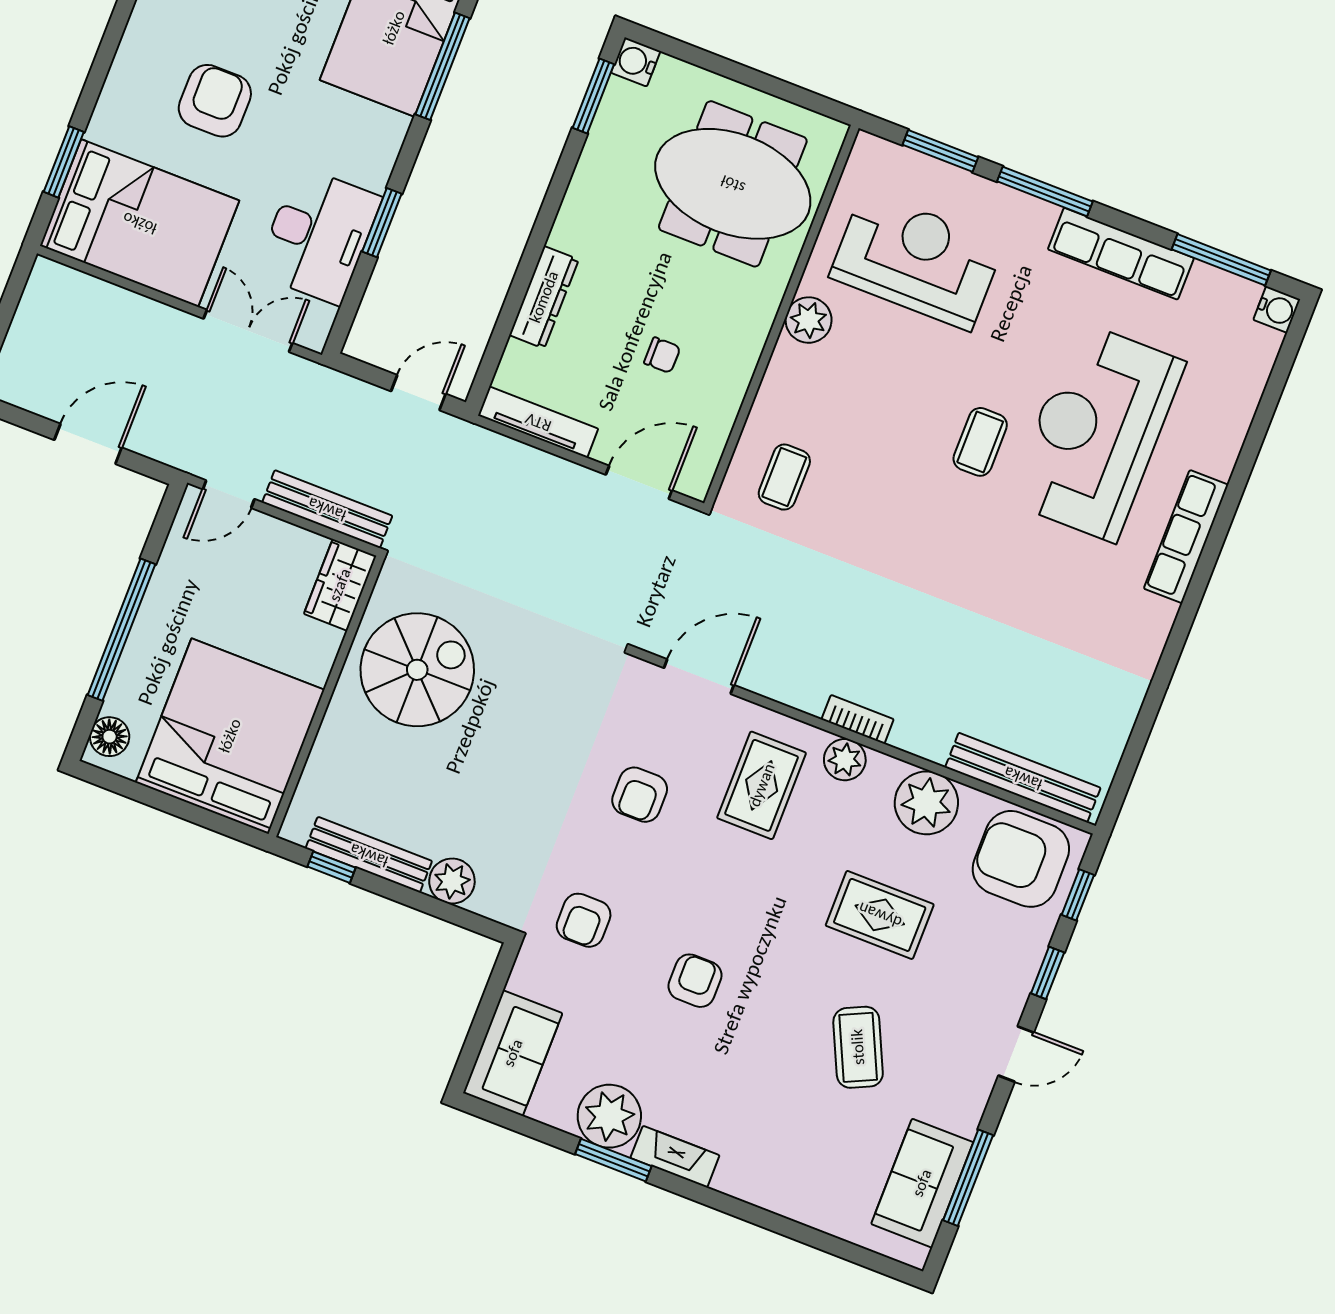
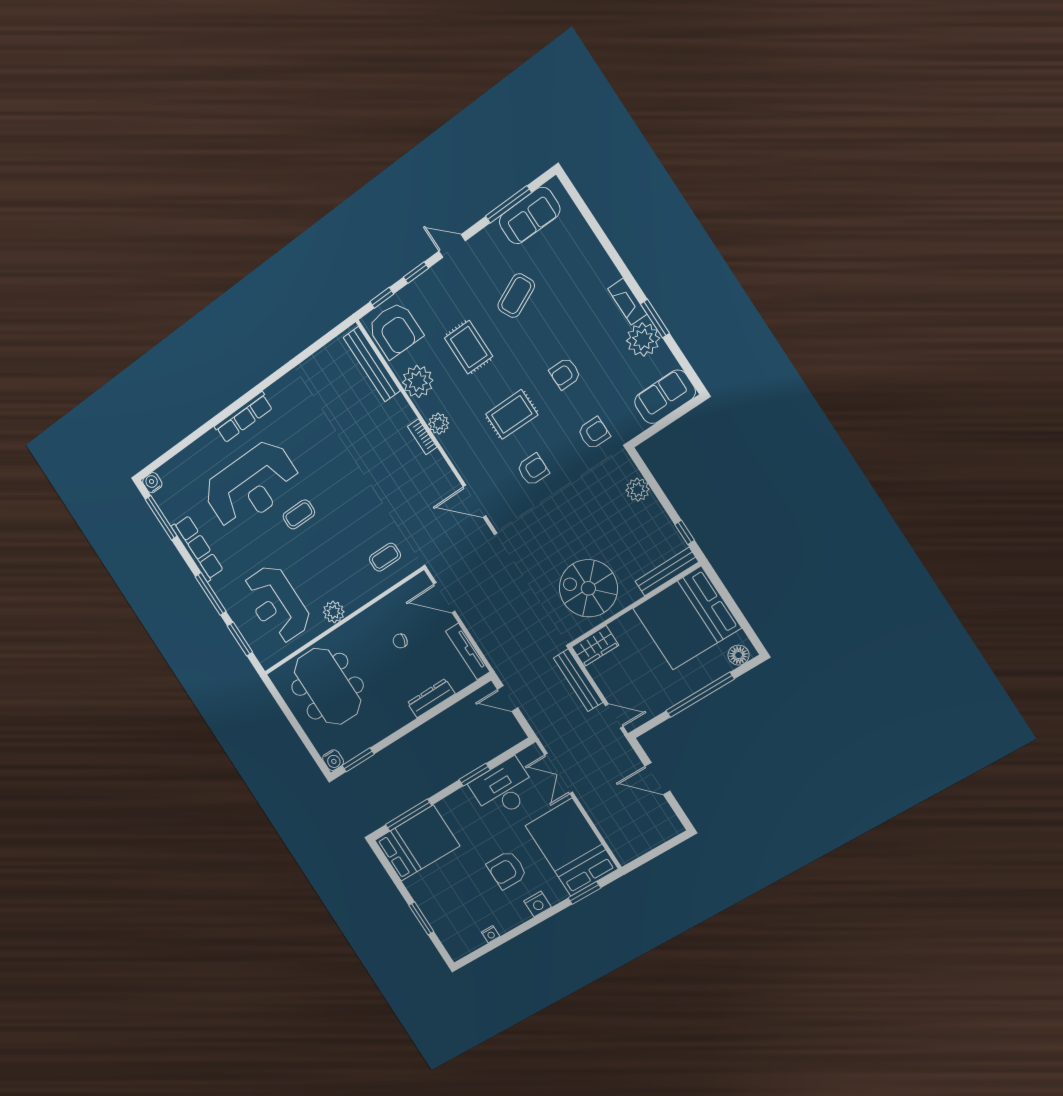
nightstand: (124, 82) -> (537, 904), added
chair: (662, 355) -> (400, 641), turned -74
rug: (762, 785) -> (512, 414), moved
bench: (369, 855) -> (667, 572), moved, turned 90

